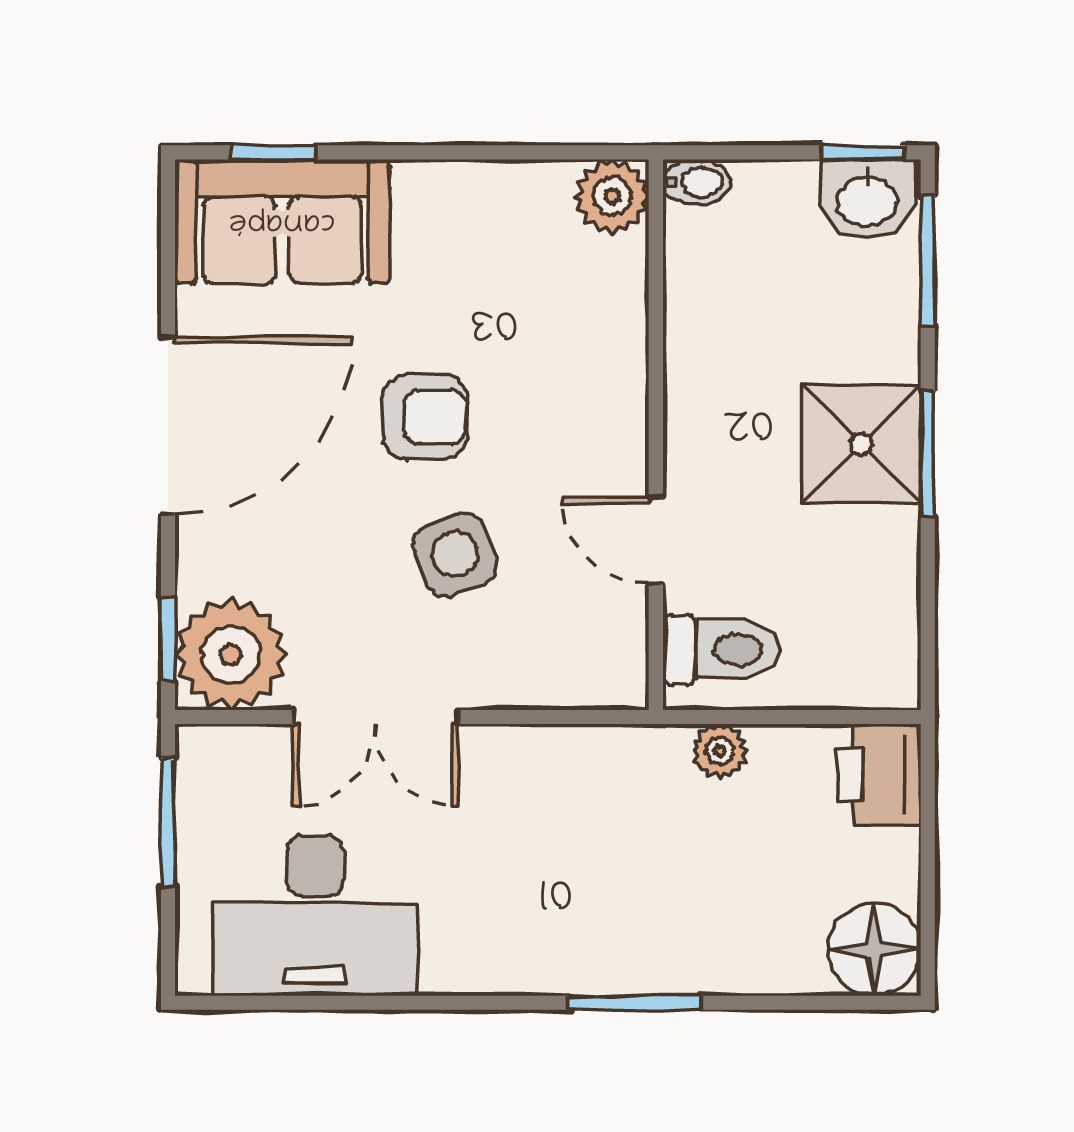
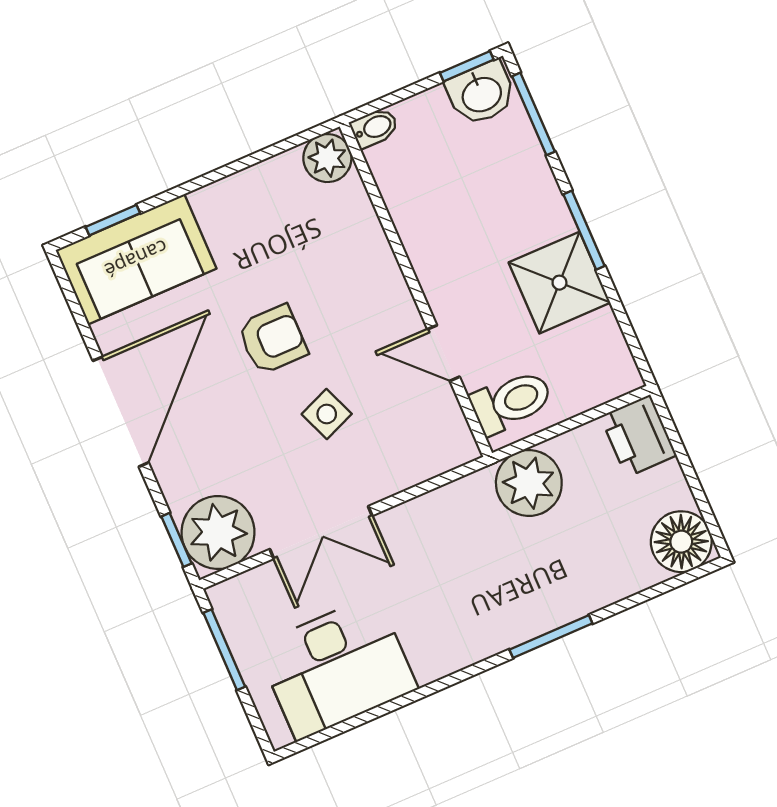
shower: (861, 444) -> (559, 283), moved
side table: (455, 554) -> (327, 414), width x0.73, depth x0.73
plant: (720, 751) -> (529, 483), width x1.88, depth x1.88

